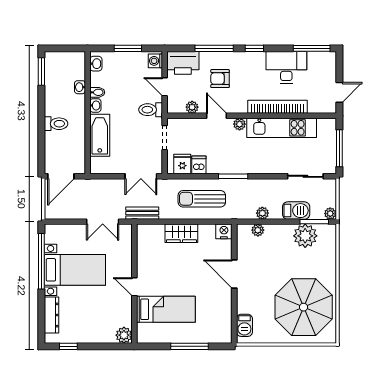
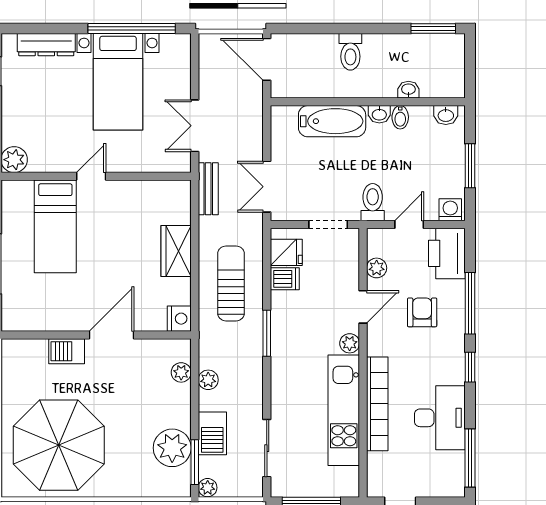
barbecue: (244, 325) -> (67, 351), moved

